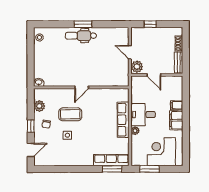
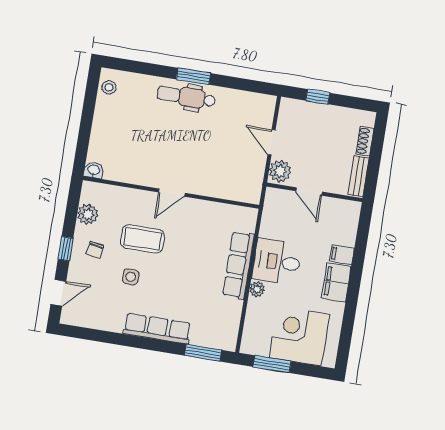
row of seats: (111, 160) -> (157, 329), moved

